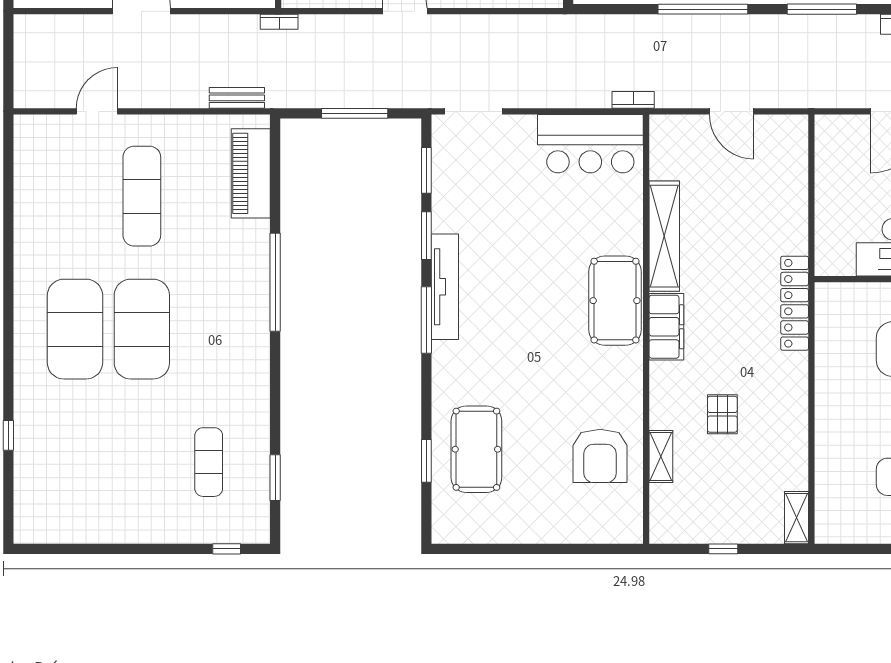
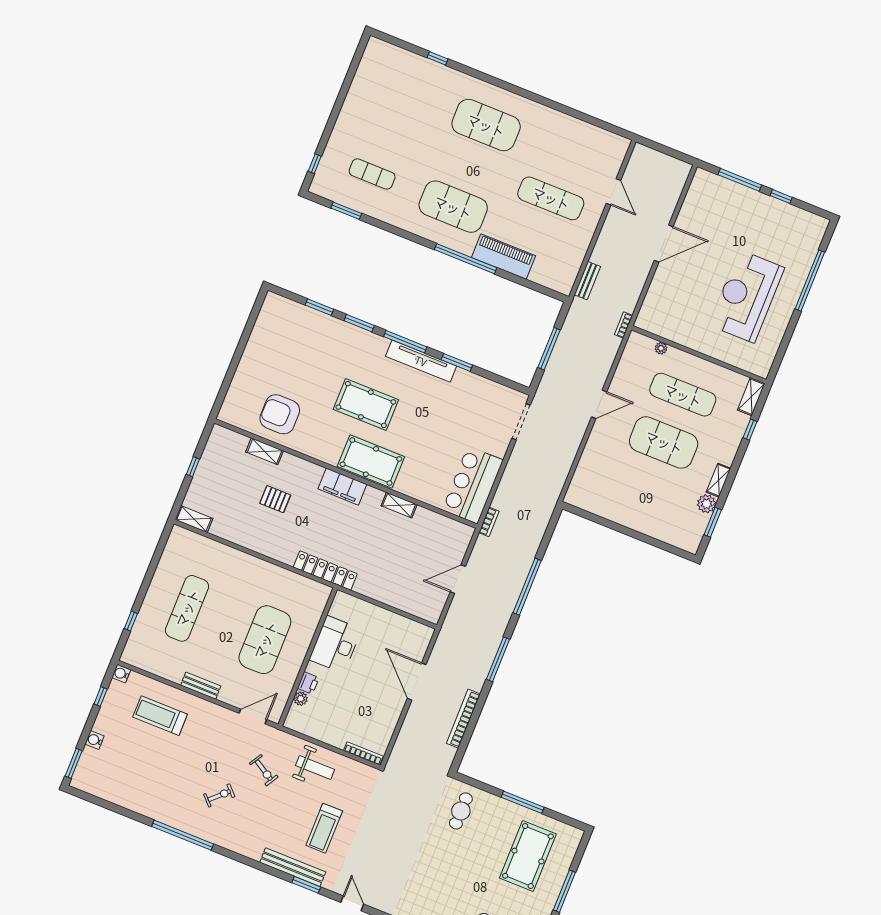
window: (426, 170) -> (359, 323), moved
piano: (251, 173) -> (503, 257), moved
shelving: (664, 236) -> (399, 505), width x0.45, depth x0.75
exercise mat: (142, 329) -> (453, 207), moved
pool table: (476, 449) -> (366, 405), moved

